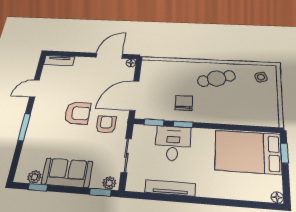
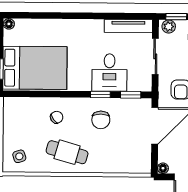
cafe table: (216, 78) -> (67, 152), turned 33
chair: (226, 107) -> (57, 117), added
tv unit: (170, 188) -> (128, 26), moved

